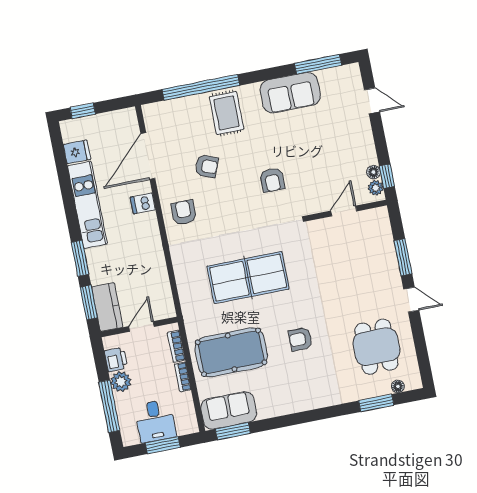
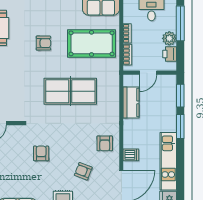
kitchen counter: (107, 307) -> (131, 102), moved, turned 180

